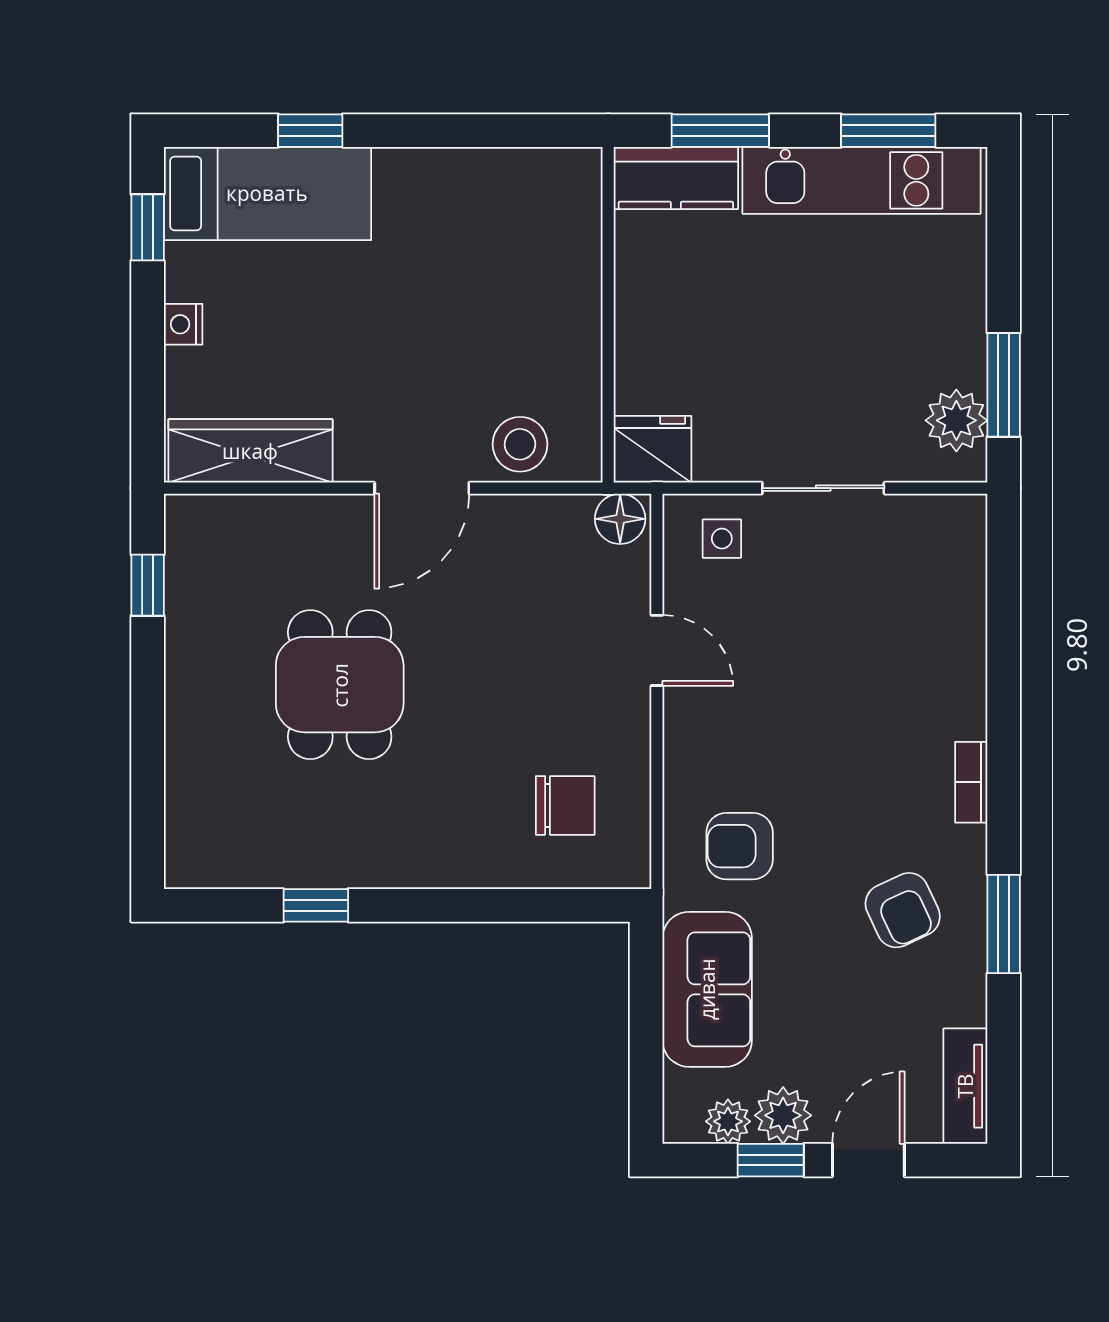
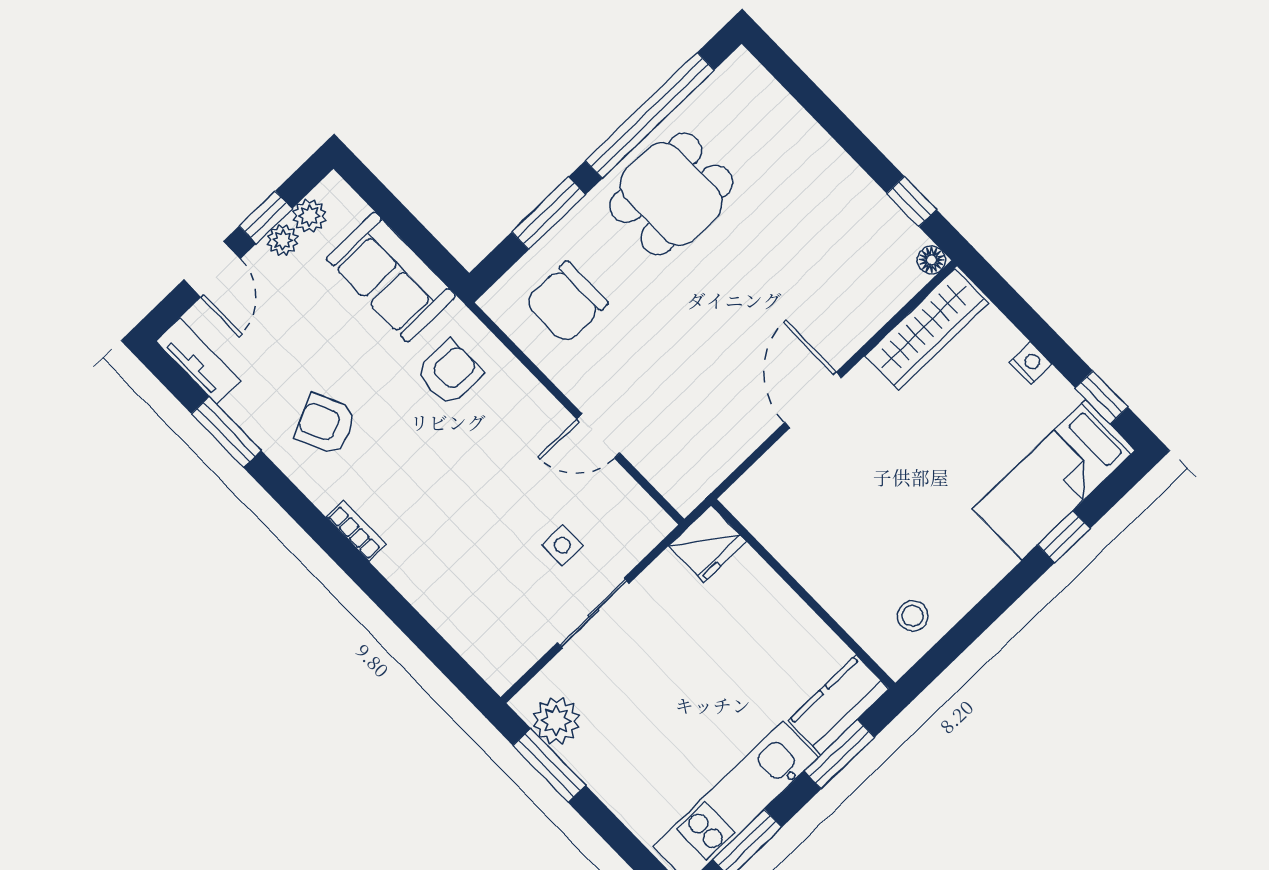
stool: (520, 444) -> (913, 616), moved, width x0.73, depth x0.73
floor lamp: (620, 519) -> (932, 260), moved, width x0.73, depth x0.73
side table: (722, 539) -> (562, 545), moved
dining table: (340, 685) -> (671, 194), moved, turned 90
chair: (565, 805) -> (566, 302), width x1.37, depth x1.37
window: (316, 905) -> (650, 115), width x3.17
window: (500, 905) -> (549, 213), added
window: (1004, 924) -> (226, 432), moved
plant: (783, 1115) -> (283, 240), width x0.73, depth x0.73

